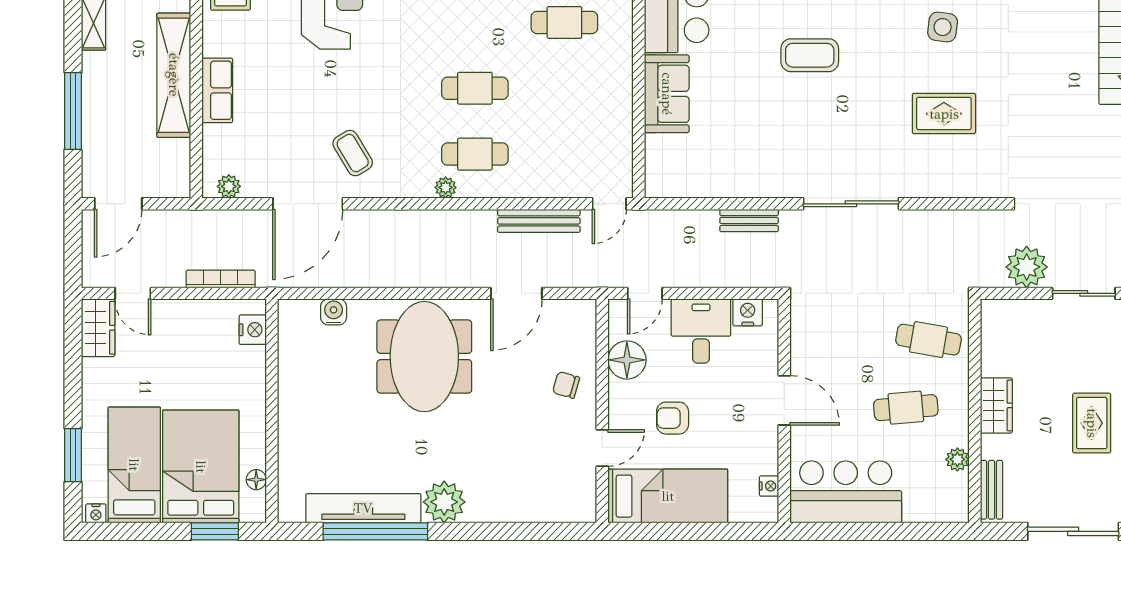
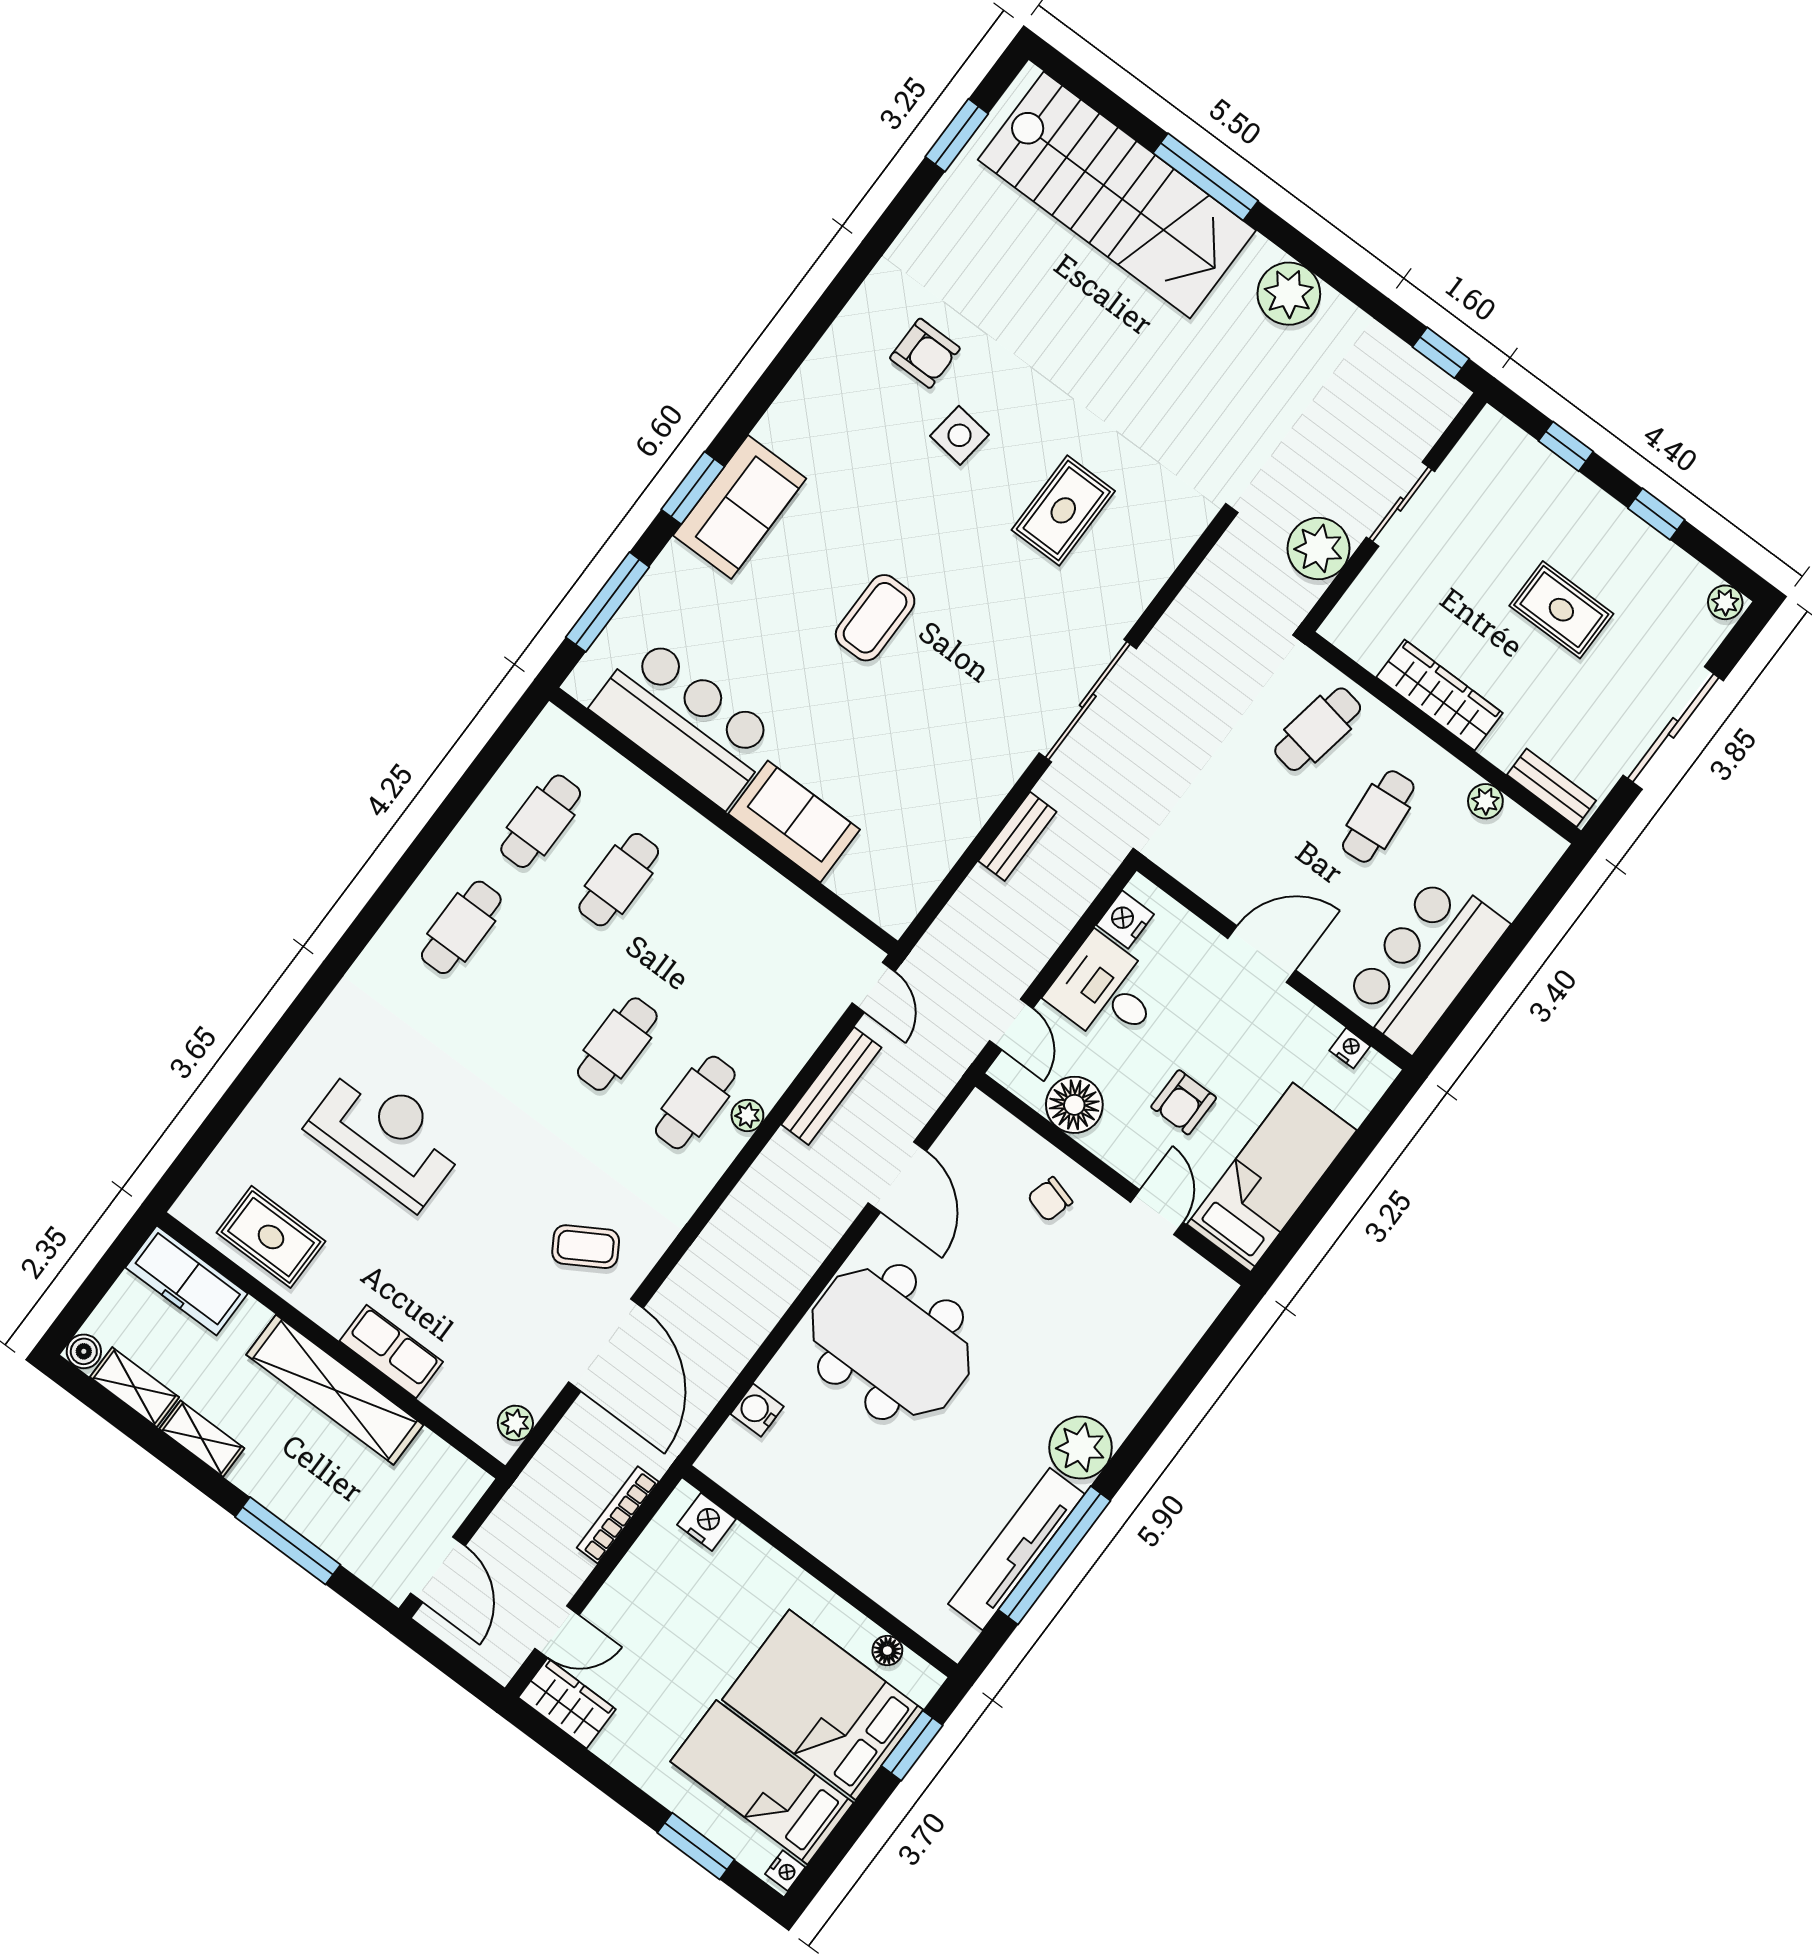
plant: (446, 187) -> (747, 1115), moved
wardrobe: (996, 405) -> (1439, 695), width x1.50

